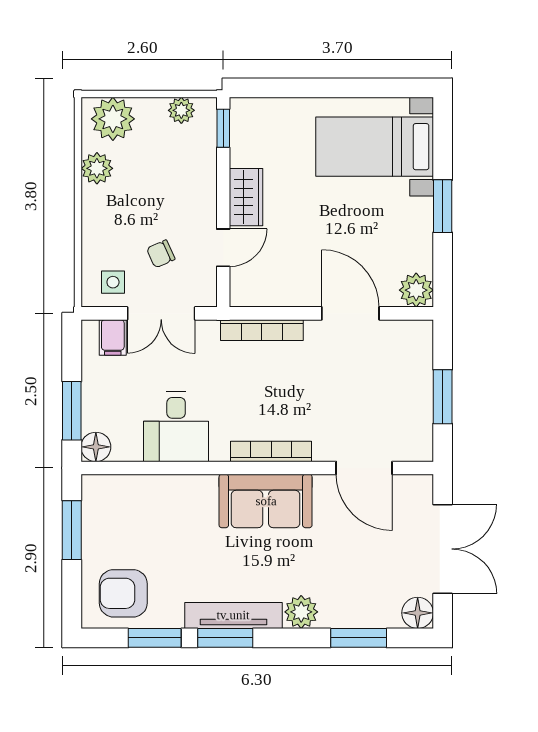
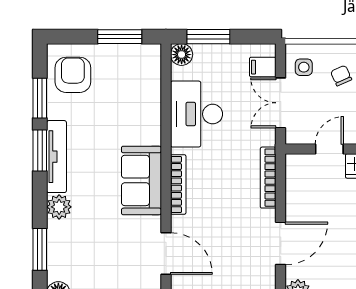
door: (223, 248) -> (329, 149), swing flipped
chair: (161, 254) -> (341, 76), moved
desk: (176, 427) -> (196, 114), width x1.37
door: (364, 468) -> (166, 253), swing flipped

